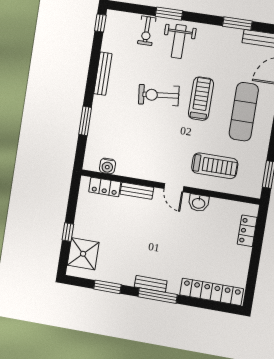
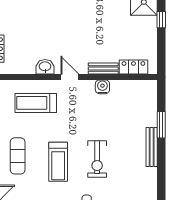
bench: (103, 74) -> (152, 147), moved
exercise bike: (159, 95) -> (97, 159), turned 96
exercise mat: (244, 112) -> (18, 156), width x0.73, depth x0.69
water cooler: (107, 166) -> (102, 87), moved

